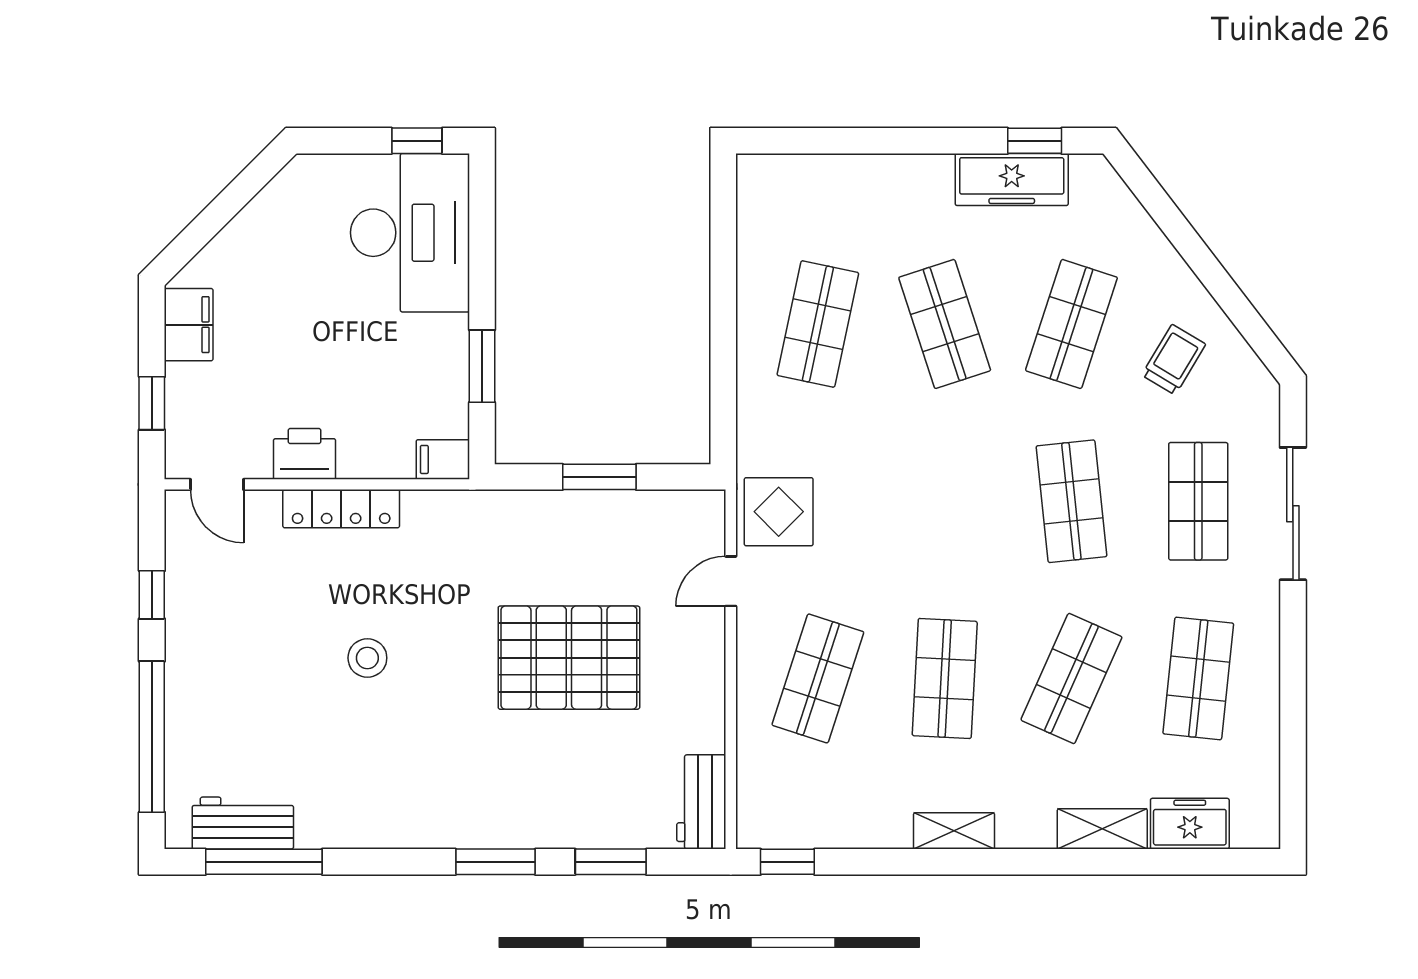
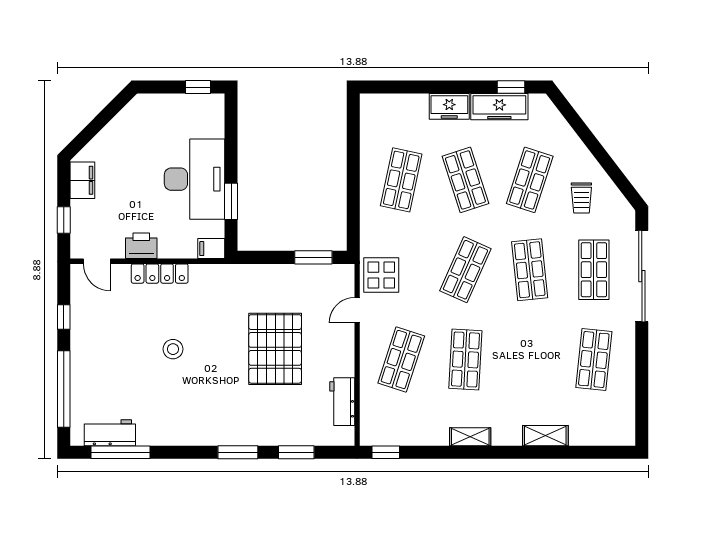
desk: (410, 233) -> (195, 179), moved
trolley: (1174, 360) -> (581, 198), turned 149
window: (599, 477) -> (313, 257), moved
sliding door: (1293, 514) -> (642, 276), width x1.36
pallet: (569, 658) -> (275, 349), turned 90
shop shelf: (1071, 678) -> (465, 270), moved
workbench: (701, 802) -> (342, 402), moved
freezer: (1190, 824) -> (449, 106), moved, turned 180

